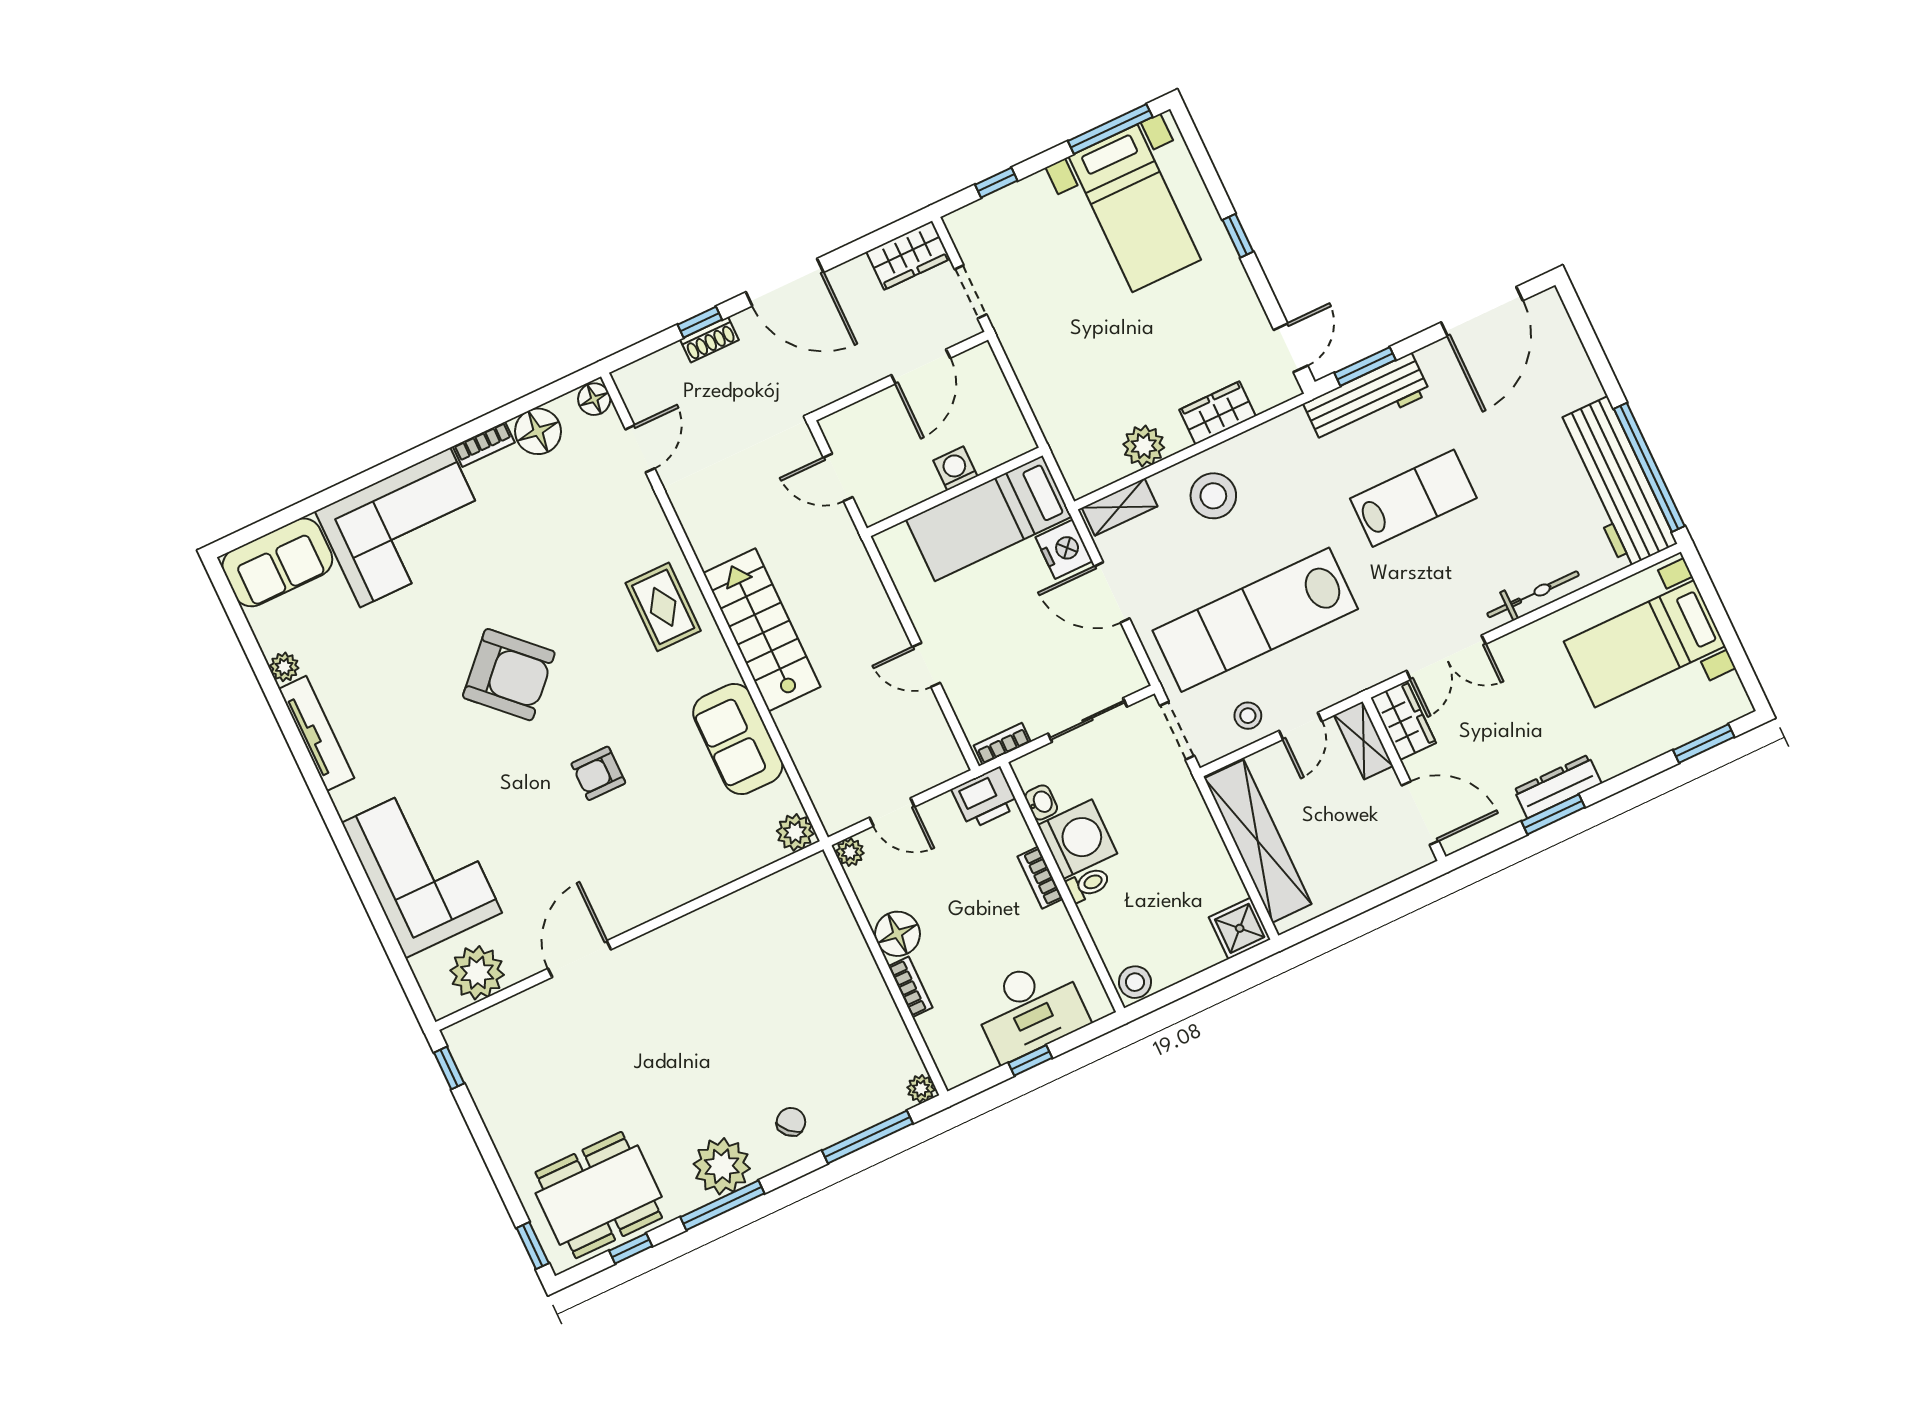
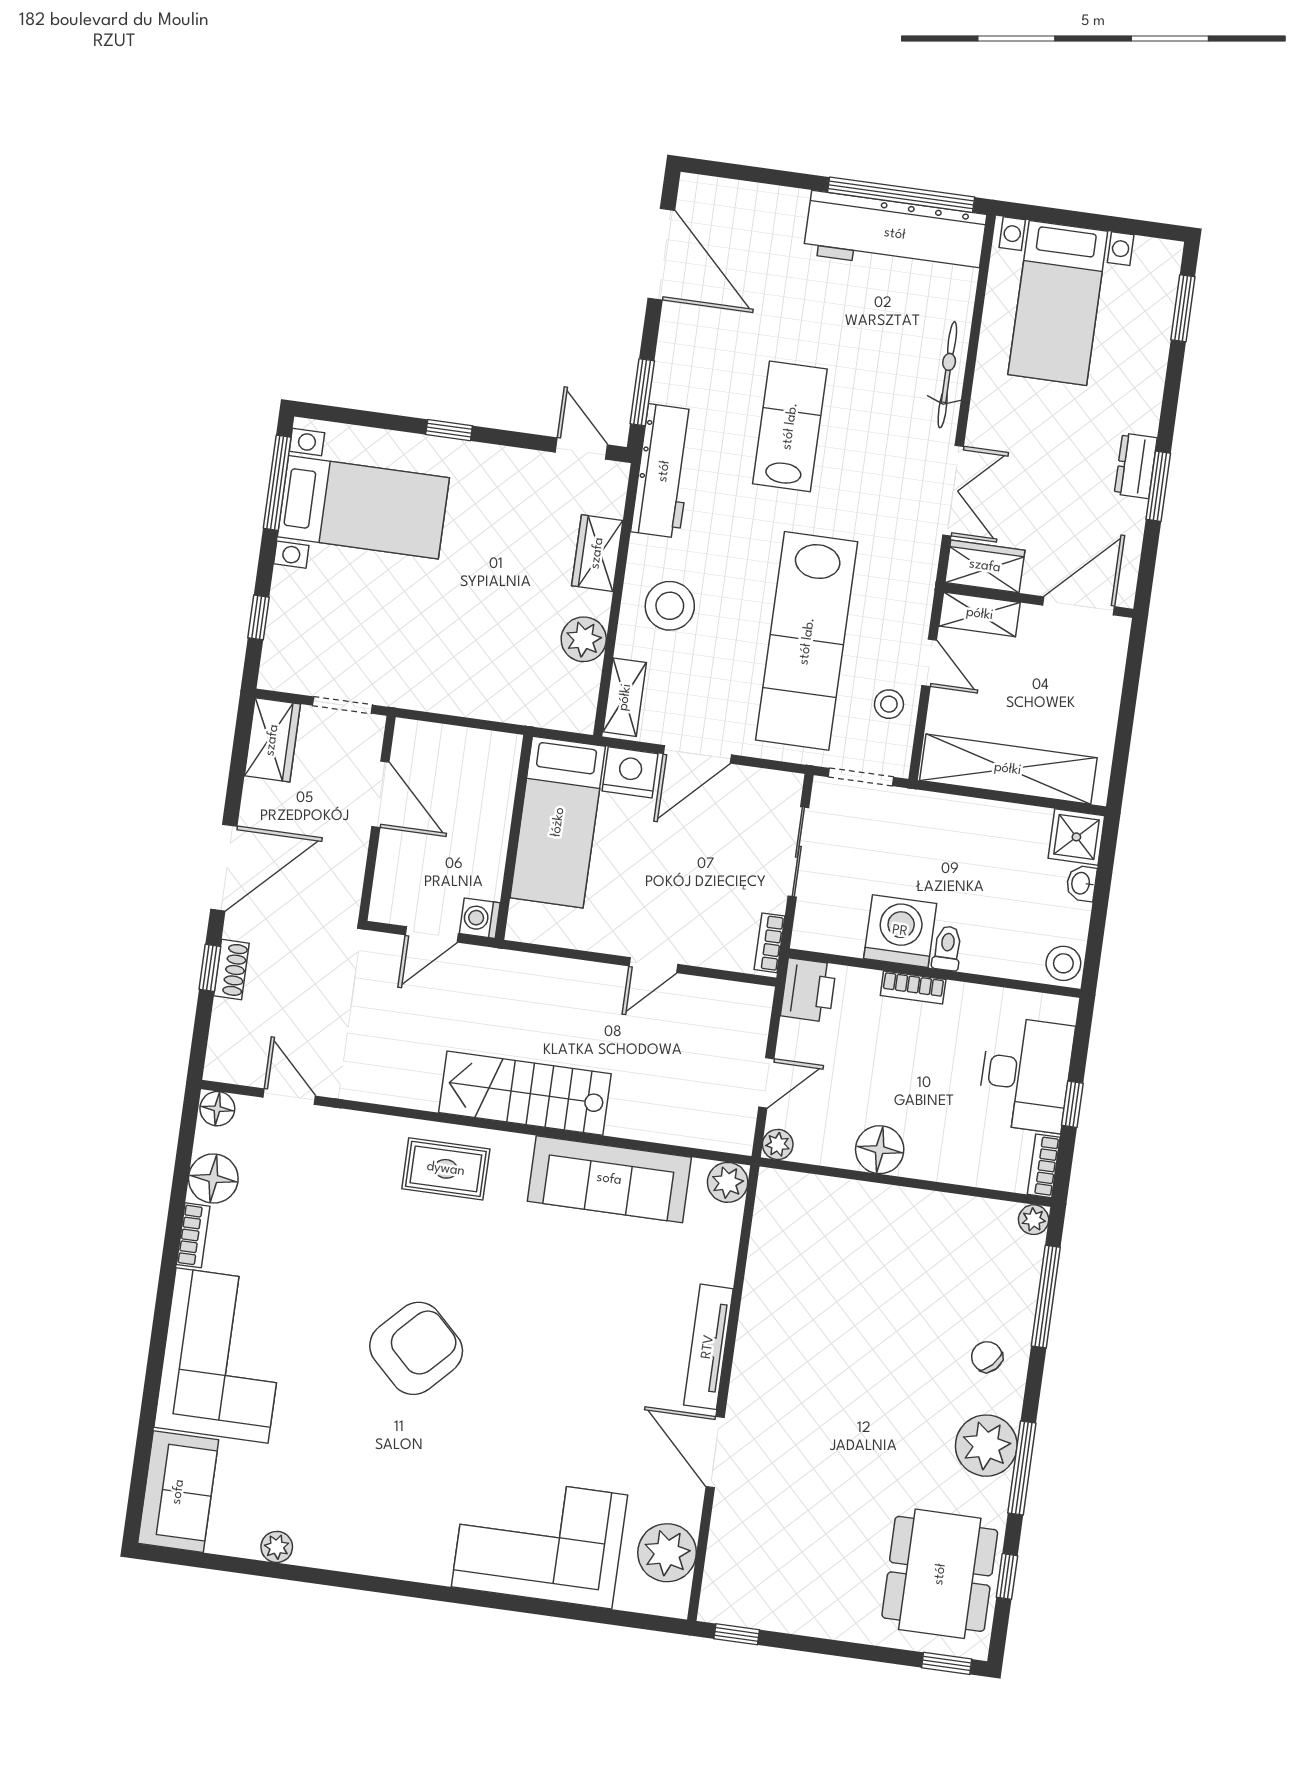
workbench: (1367, 398) -> (664, 471), moved
washing machine: (955, 468) -> (480, 918), moved
tv unit: (316, 733) -> (708, 1347), moved, turned -90
sofa: (738, 739) -> (609, 1179), width x1.36
armchair: (598, 773) -> (558, 1326), removed
dresser: (1558, 787) -> (1136, 466), width x0.70
washbasin: (1041, 802) -> (1081, 883), moved, turned -90
bookcase: (910, 987) -> (1044, 1166), moved, turned -90

